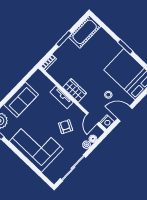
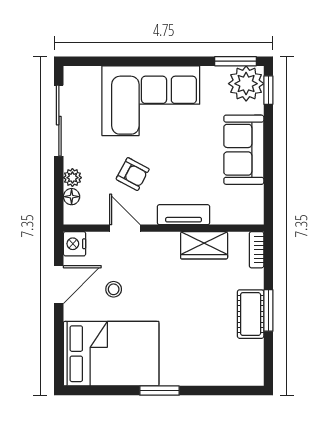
cot: (85, 32) -> (251, 314), moved, width x0.73, depth x0.75
wardrobe: (75, 90) -> (204, 245), moved
door: (93, 118) -> (125, 228), moved

